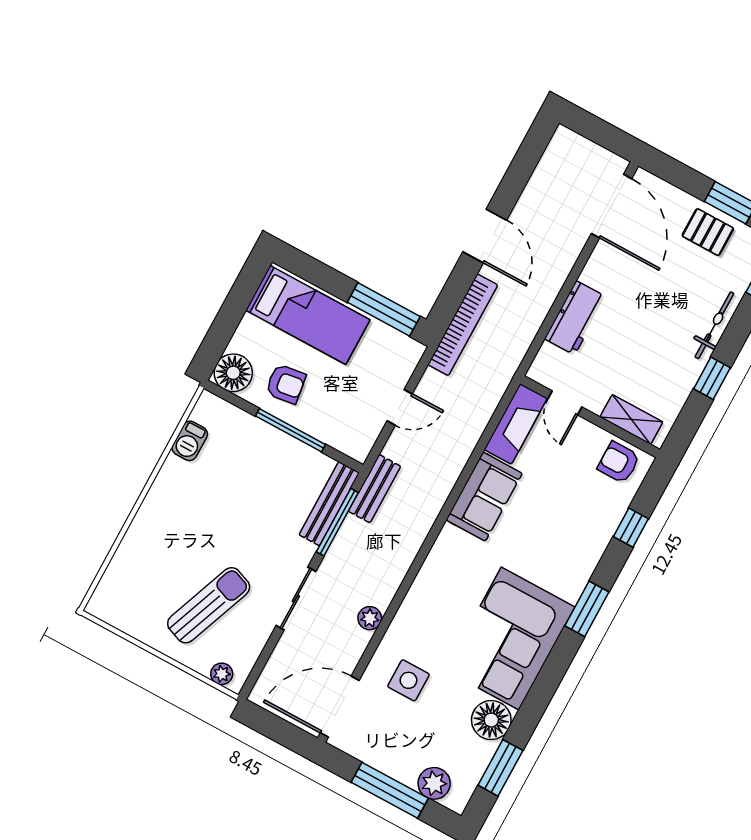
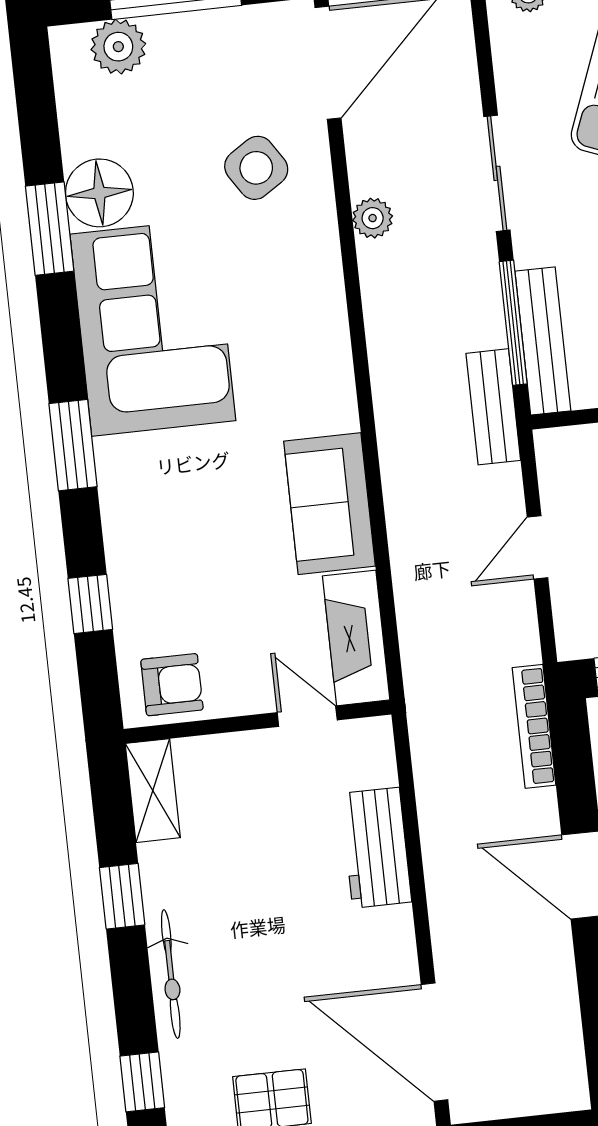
bookcase: (463, 325) -> (534, 726), width x0.68, depth x0.76
shelving: (631, 419) -> (153, 791), moved, turned 90
side table: (408, 680) -> (256, 168), turned -33
window: (500, 768) -> (50, 229), moved

